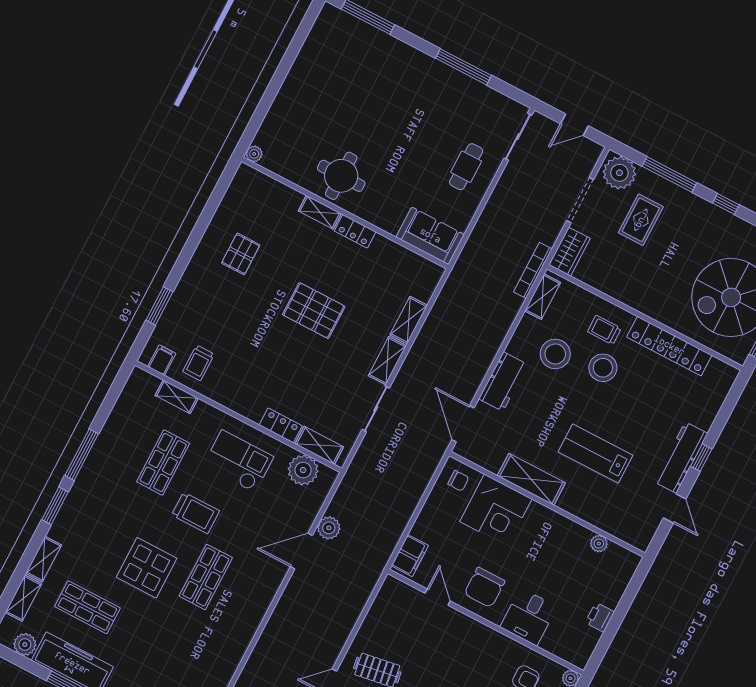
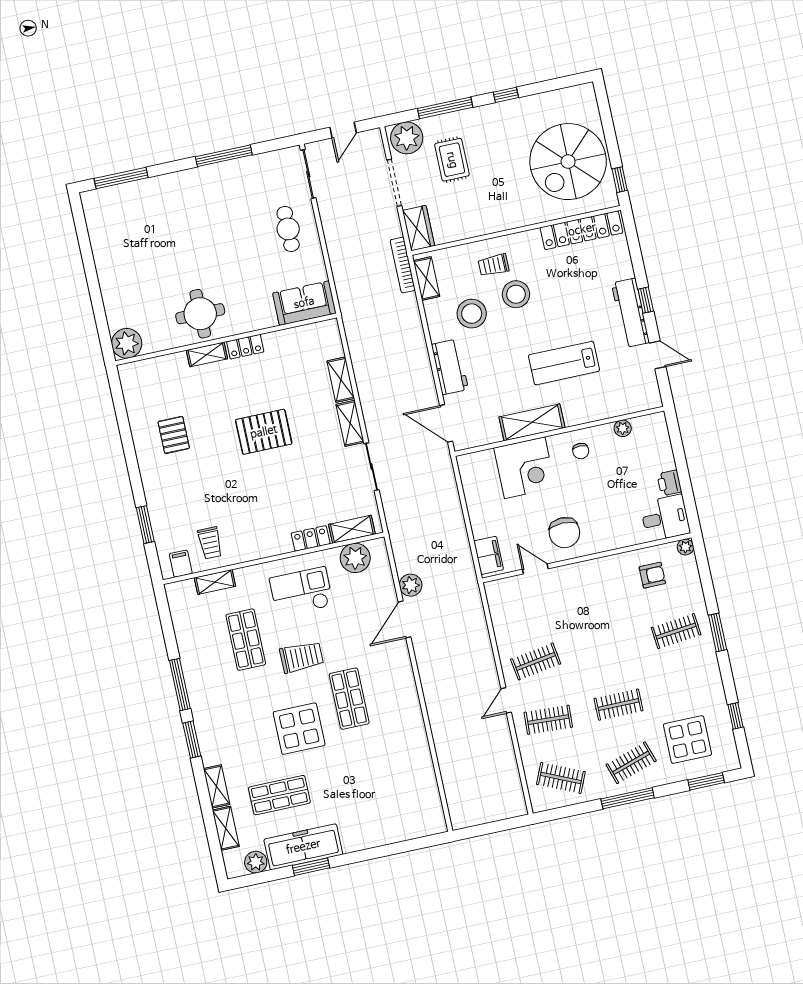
plant: (254, 154) -> (127, 343), width x1.88, depth x1.88
locker: (669, 346) -> (581, 230), moved
chair: (458, 481) -> (581, 451), moved, turned 90
desk: (529, 617) -> (665, 518), moved, turned -90

